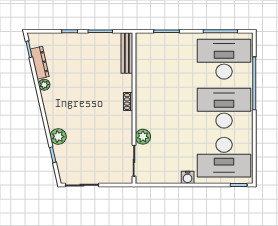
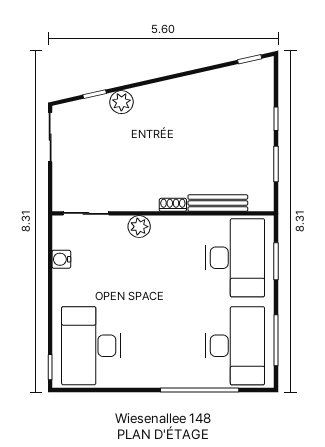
bench: (127, 53) -> (218, 203), moved
dresser: (40, 63) -> (230, 75), removed
plant: (44, 85) -> (198, 81), removed
desk: (224, 108) -> (235, 258), moved
plant: (143, 137) -> (139, 227), moved
water cooler: (188, 177) -> (61, 259), moved

